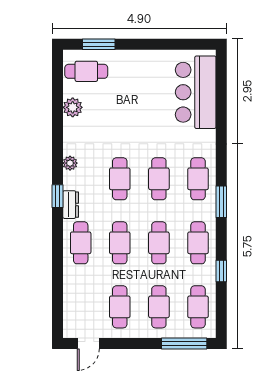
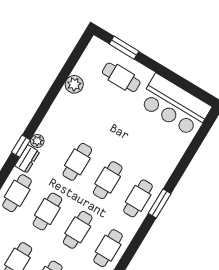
cafe table: (86, 71) -> (121, 77), moved
bar counter: (196, 92) -> (175, 105), moved, turned -90
plant: (70, 163) -> (37, 141), moved
window: (221, 202) -> (160, 203), moved

